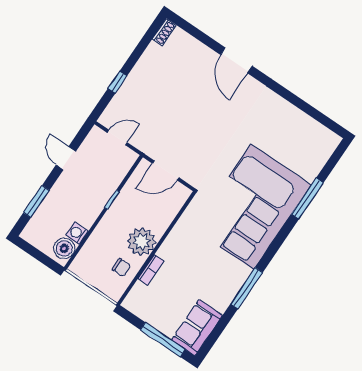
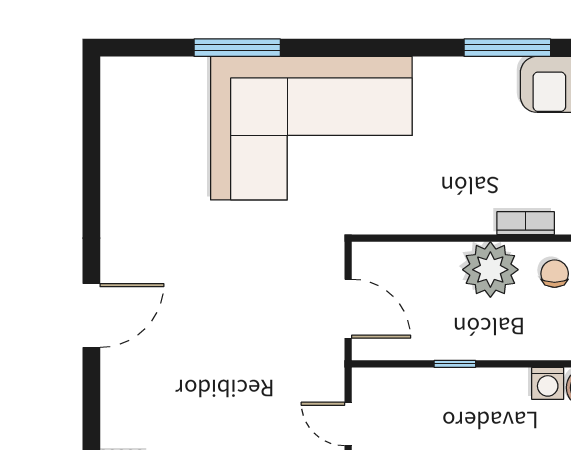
window: (246, 288) -> (507, 48), moved

